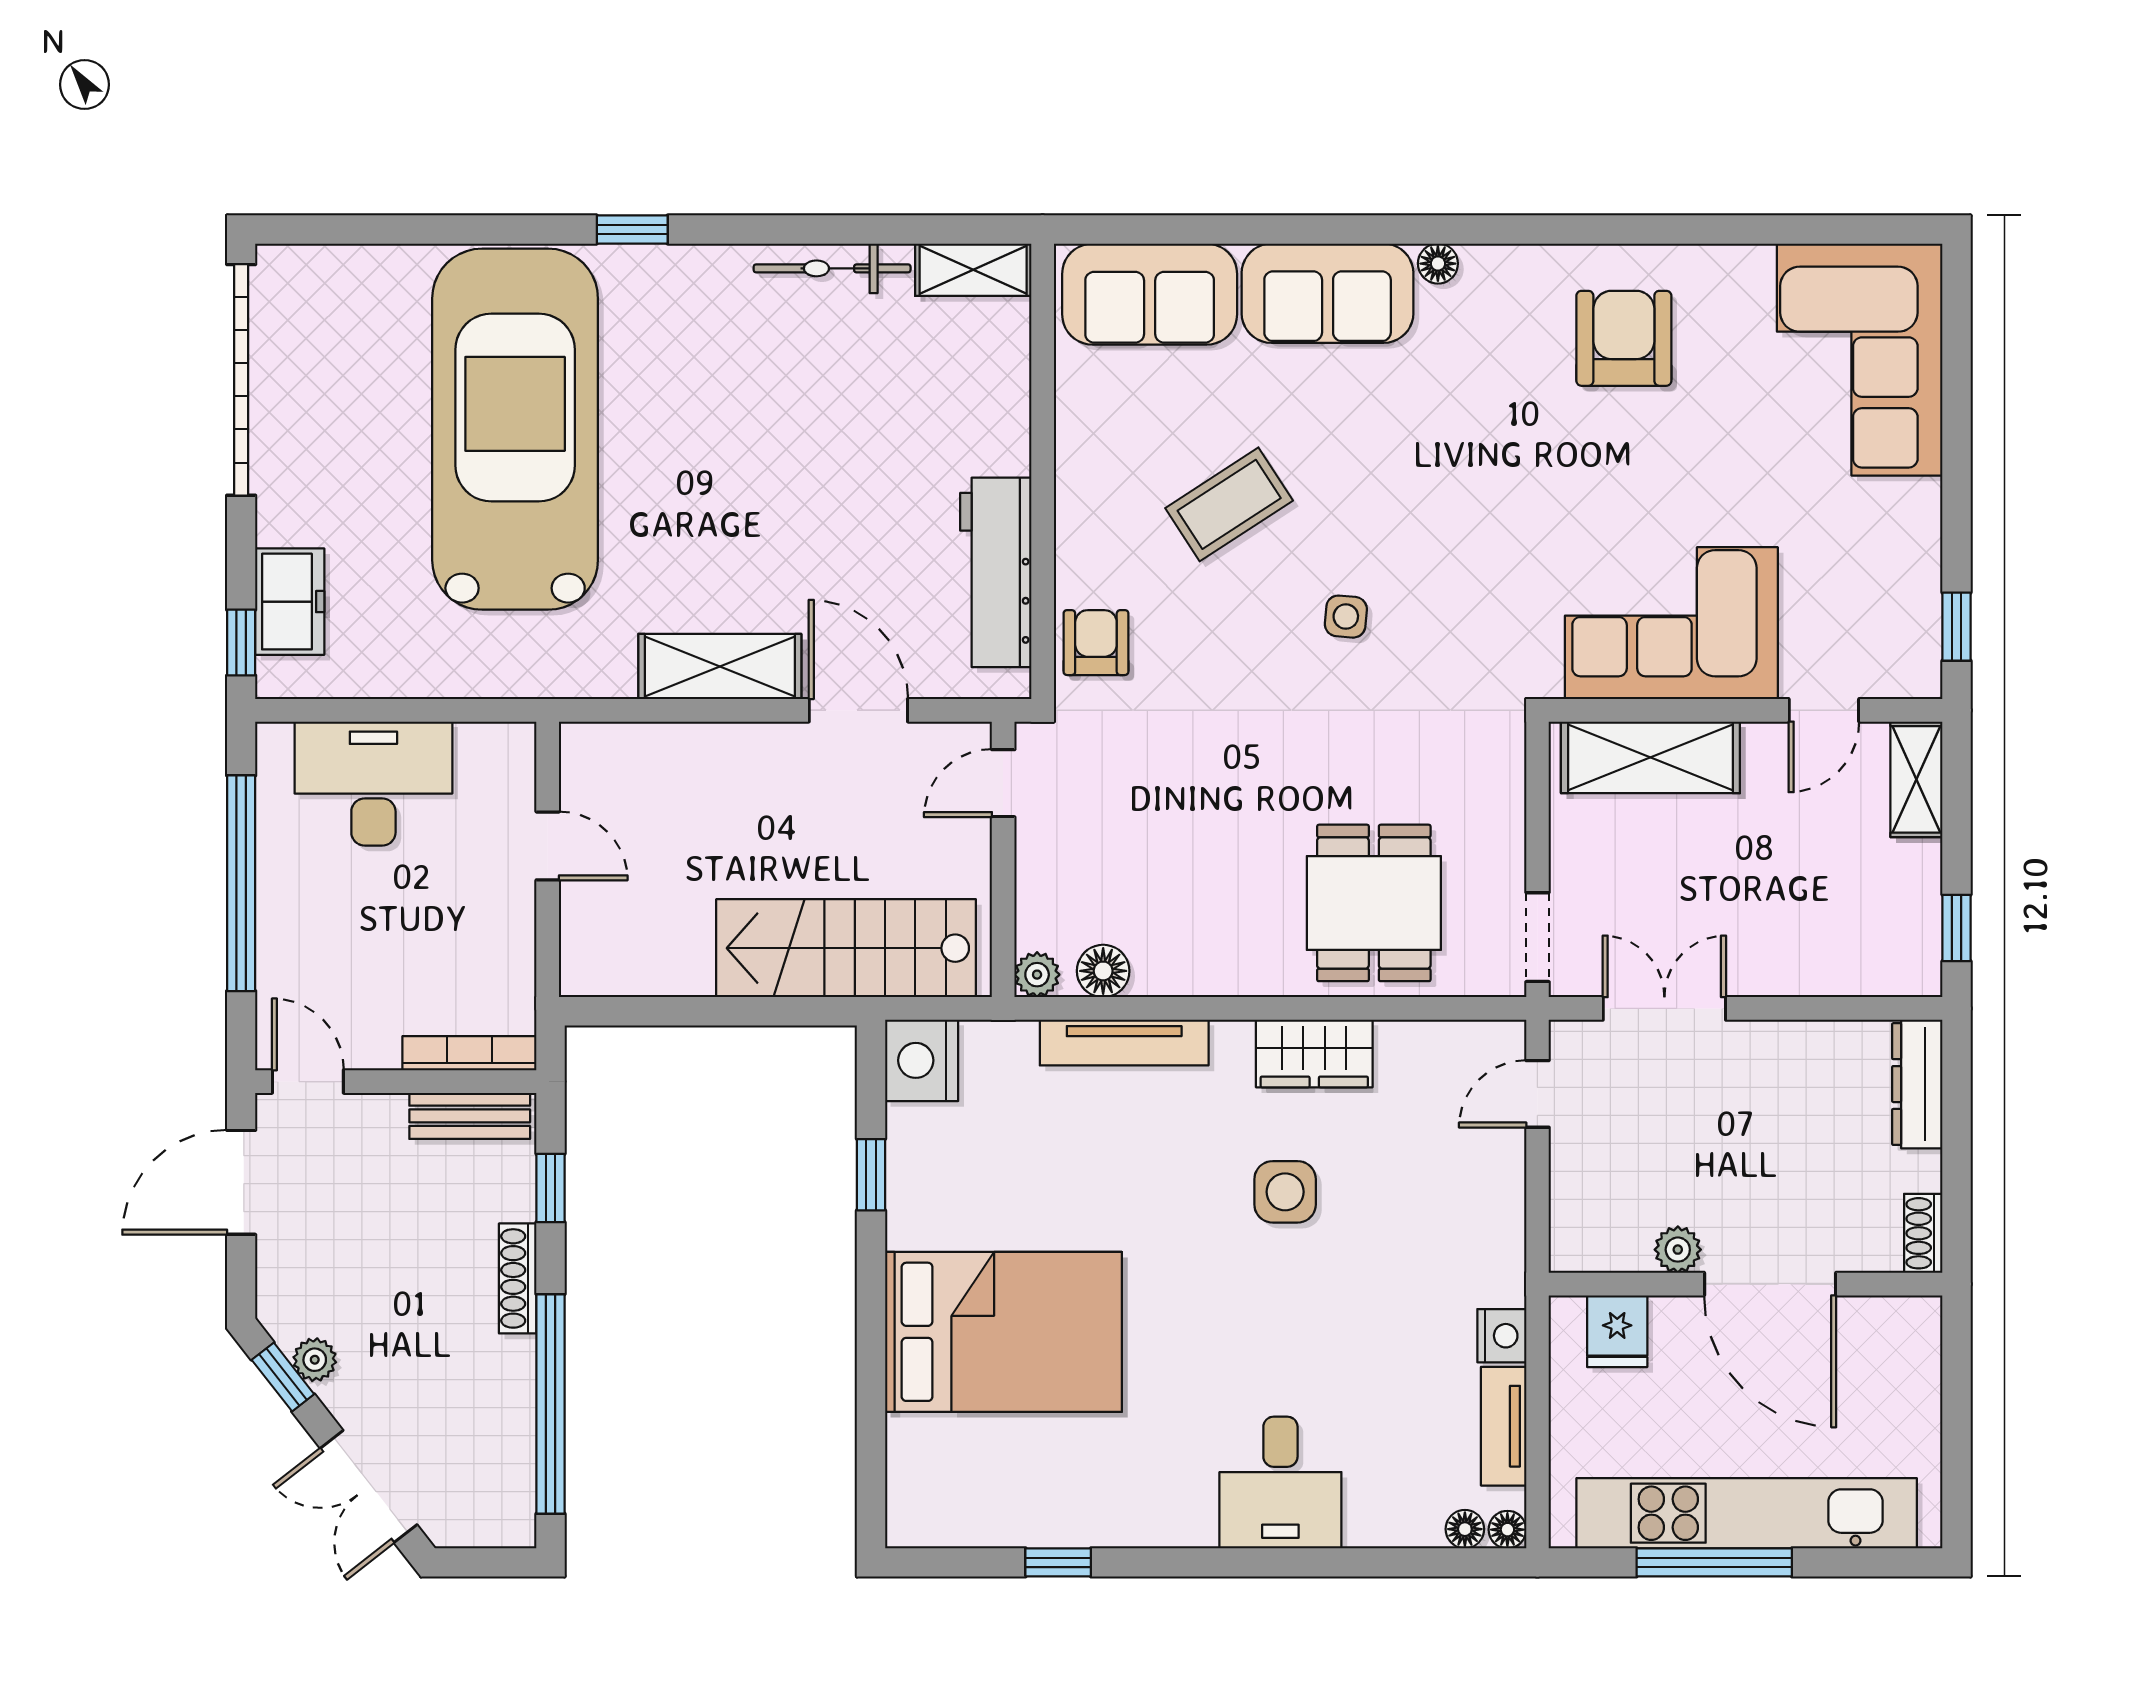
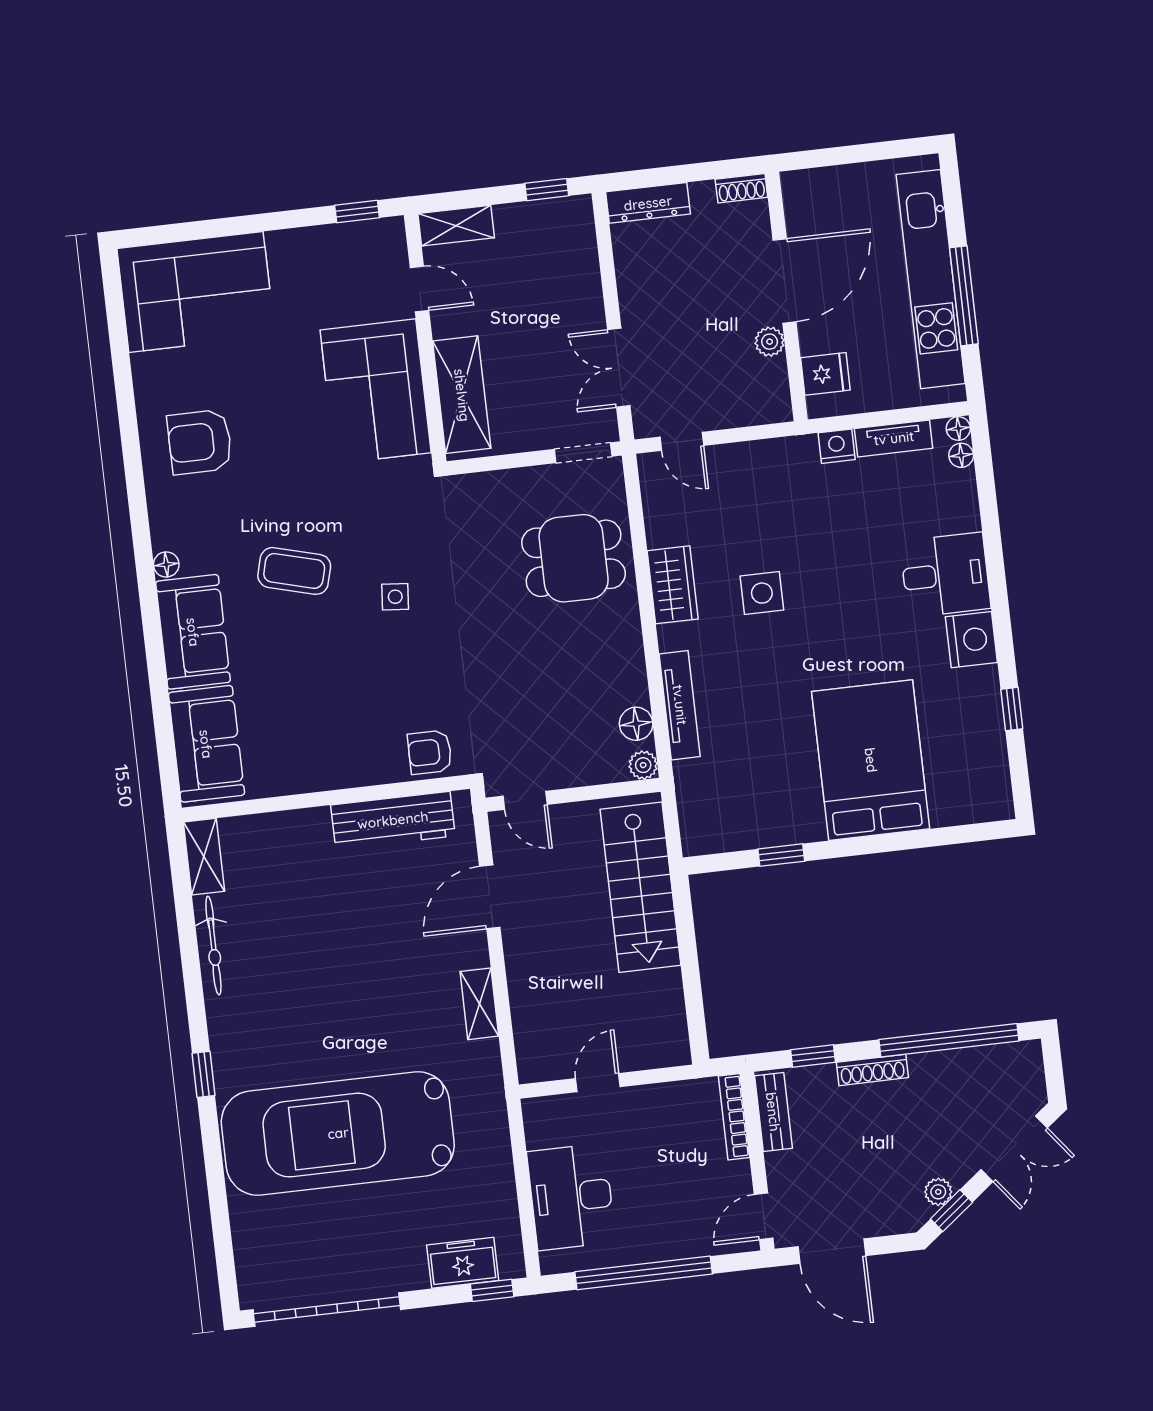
coffee table: (1229, 504) -> (294, 571), moved, turned -42
shelving: (720, 666) -> (479, 1004), width x0.67, depth x0.75
nightstand: (922, 1060) -> (971, 640), moved, turned -90

